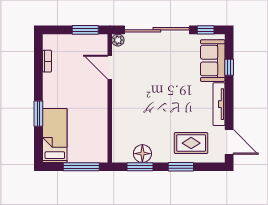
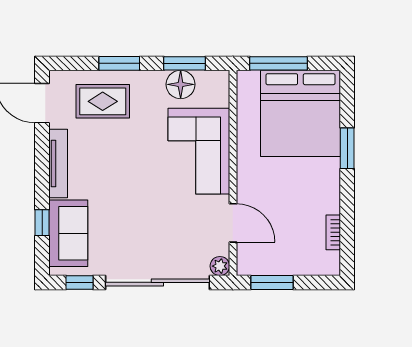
corner sofa: (131, 112) -> (199, 151), added
bed: (55, 135) -> (300, 113), width x2.04

